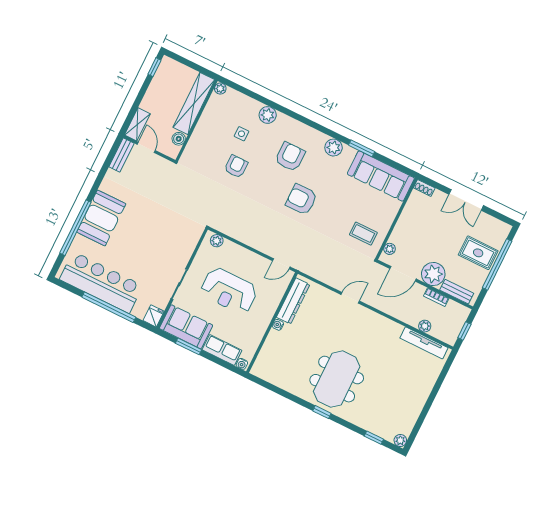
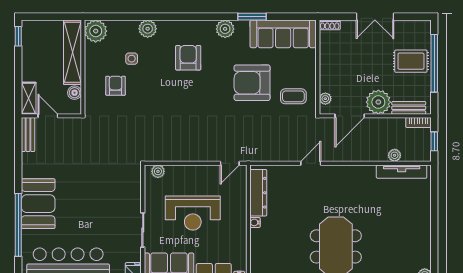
plant: (220, 89) -> (96, 31), width x1.88, depth x1.88
armchair: (236, 166) -> (116, 86), moved
armchair: (301, 199) -> (252, 83), moved, width x1.36, depth x1.36
bookcase: (436, 297) -> (419, 123), moved

